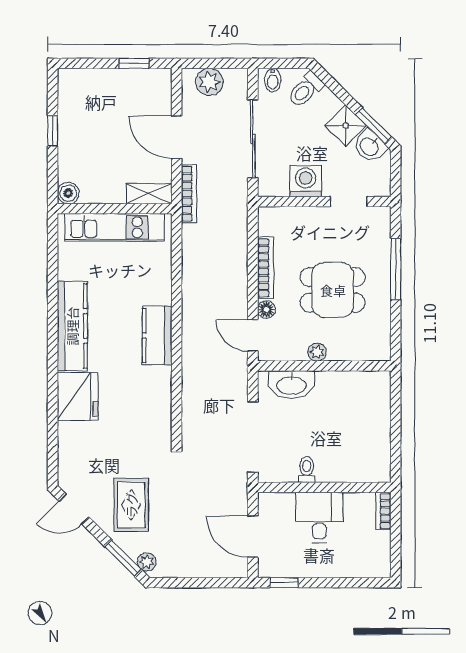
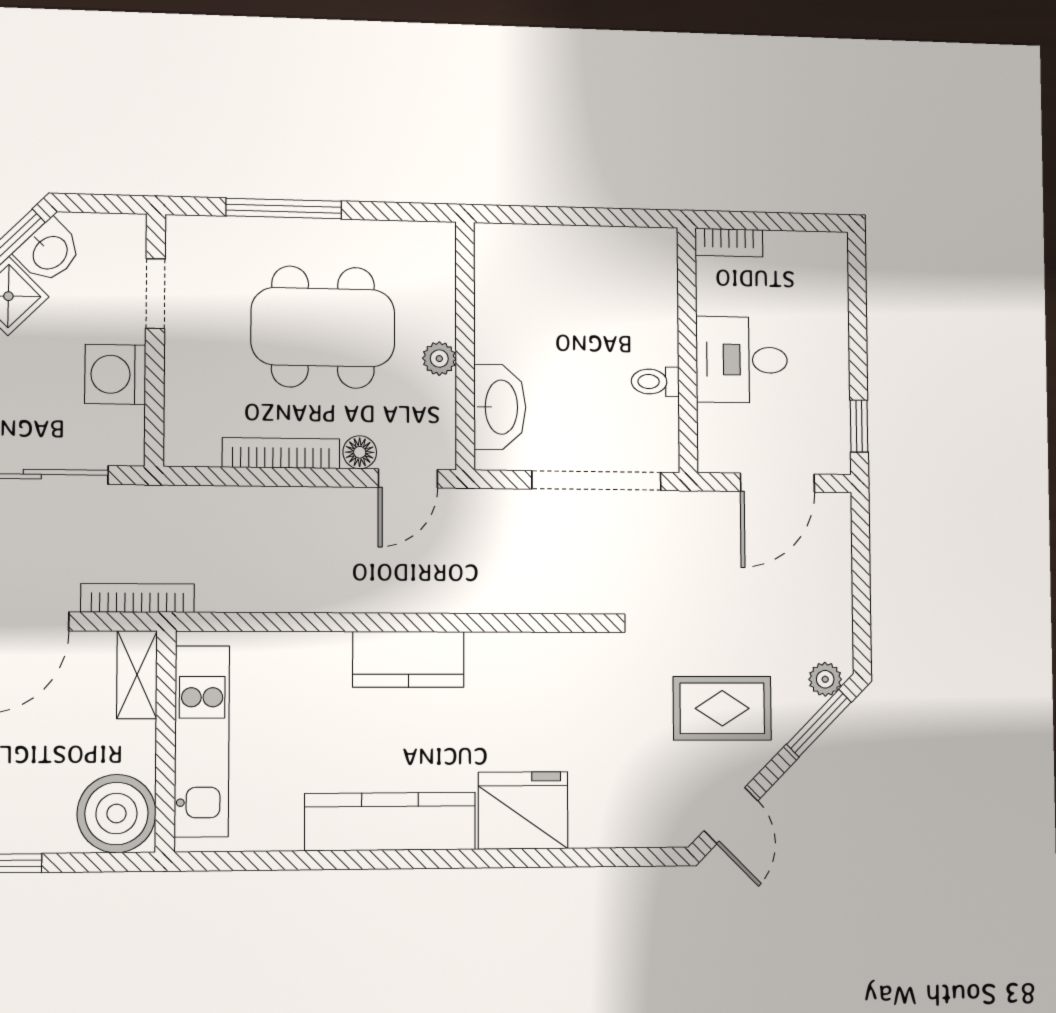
boiler: (68, 193) -> (116, 814), width x1.86, depth x1.86
dining table: (333, 290) -> (323, 327), width x1.38

